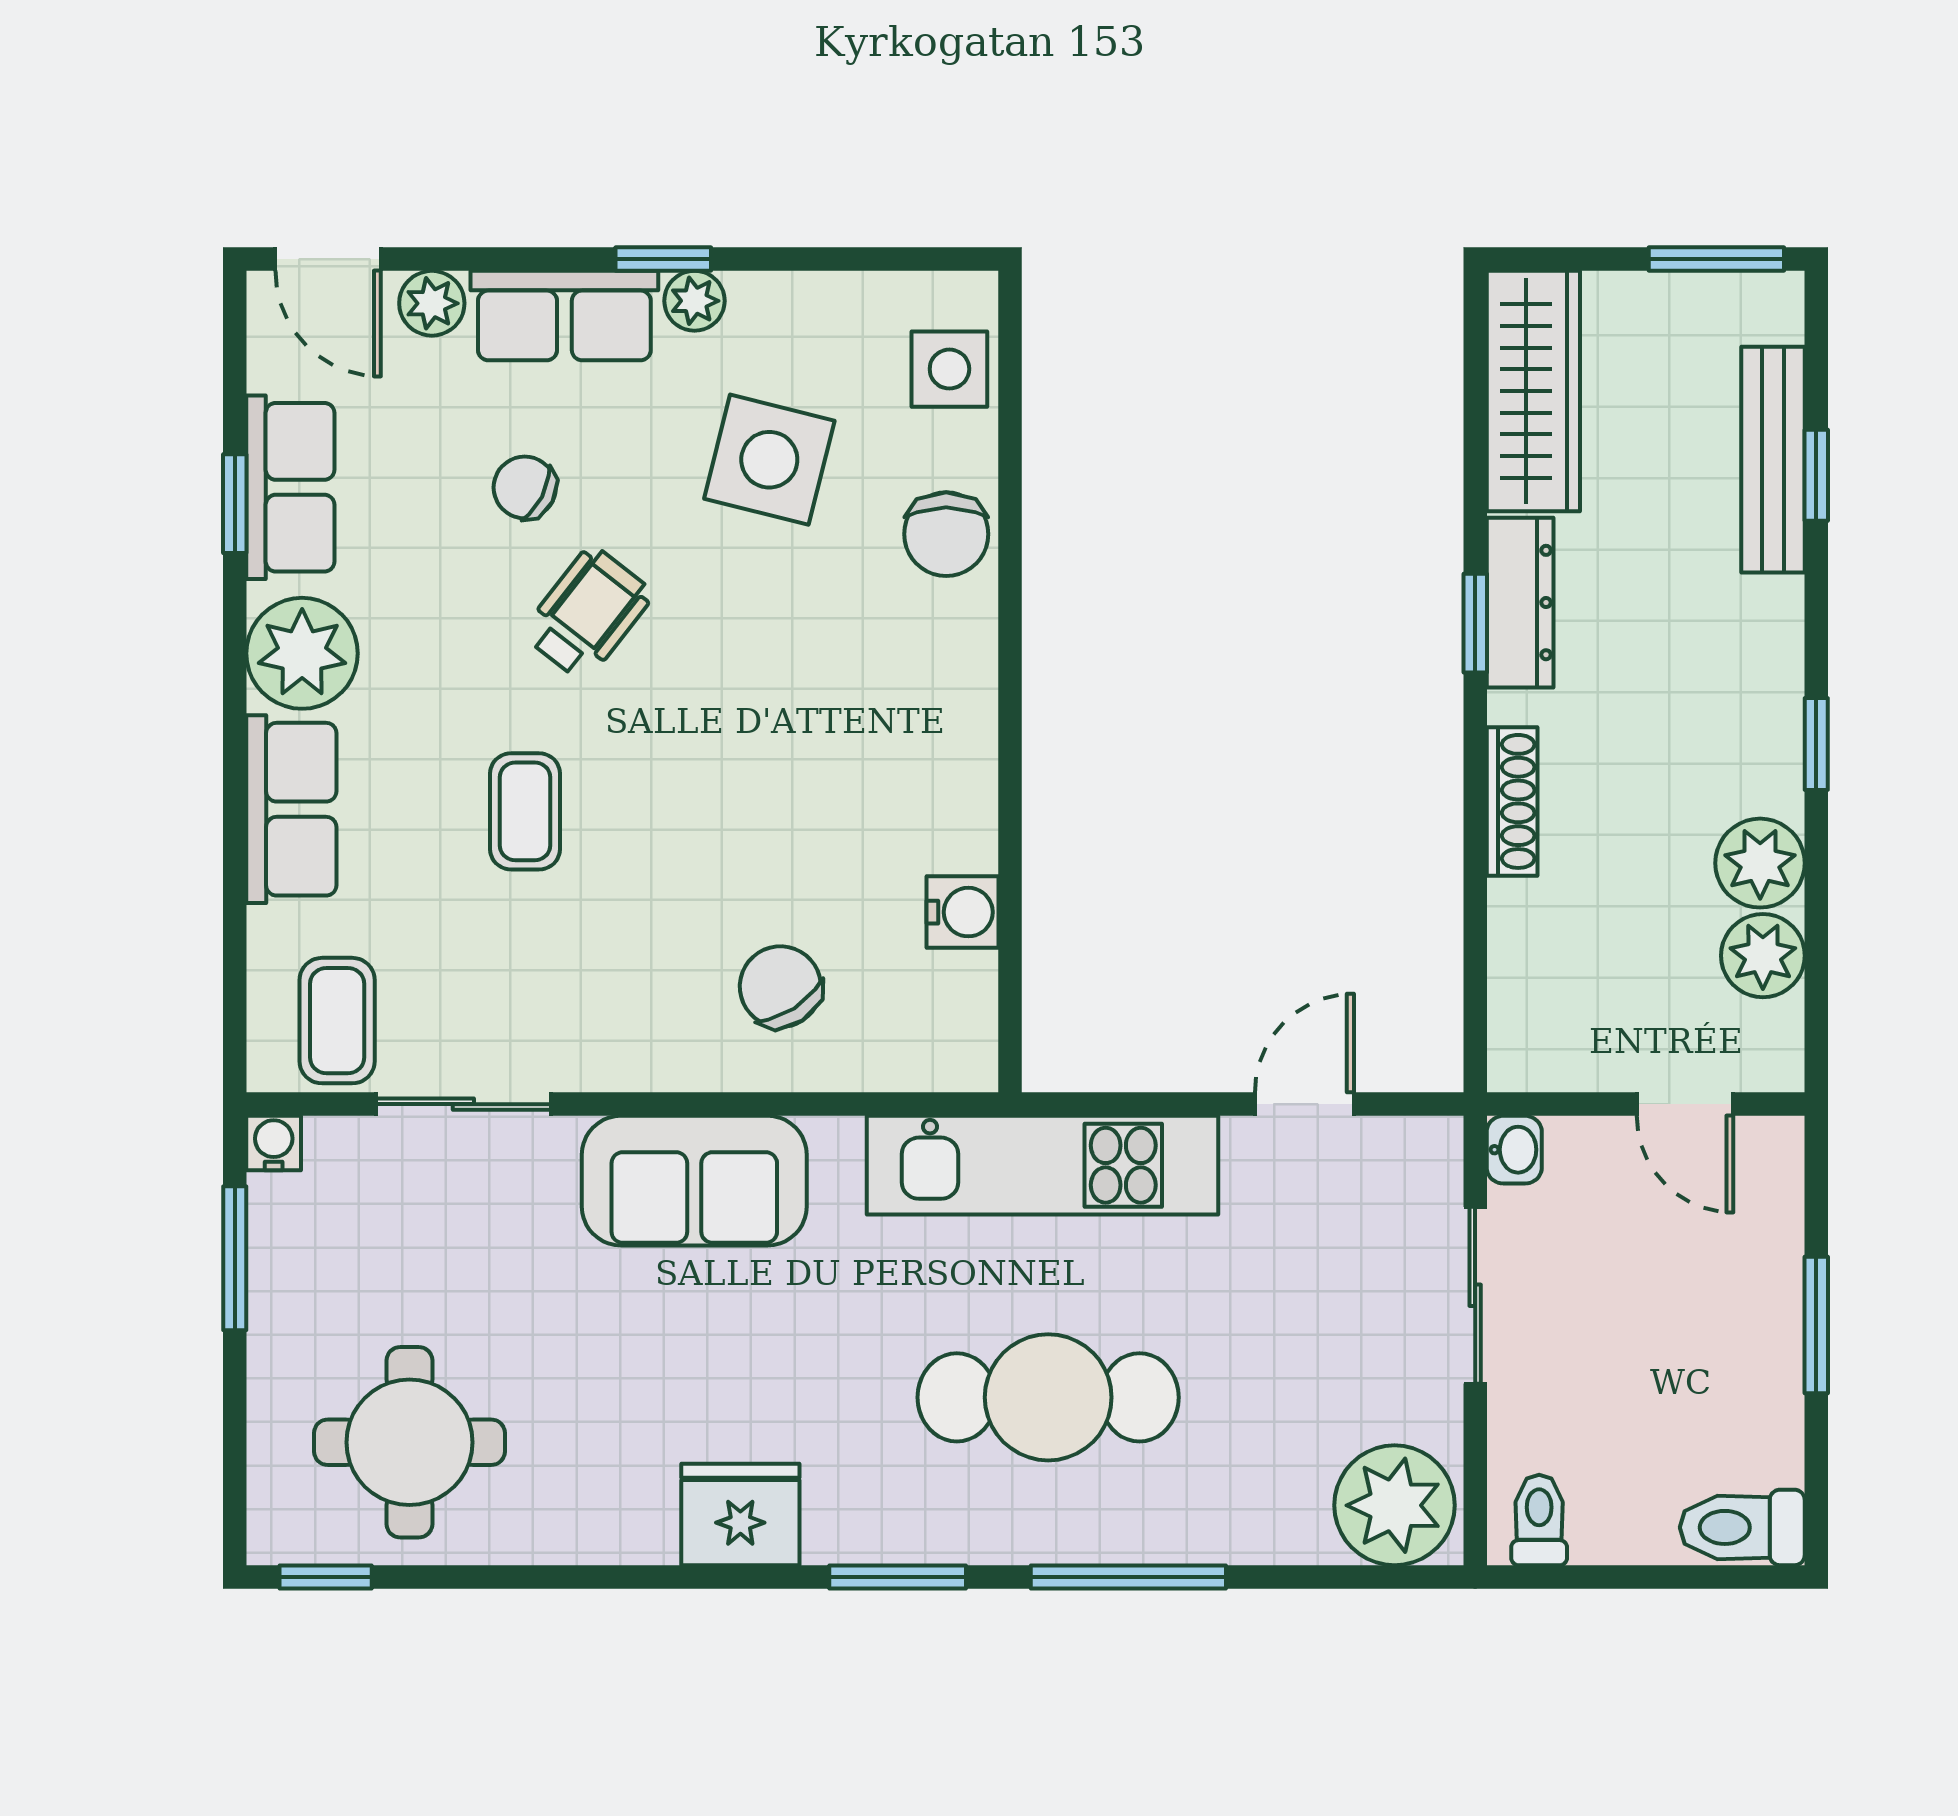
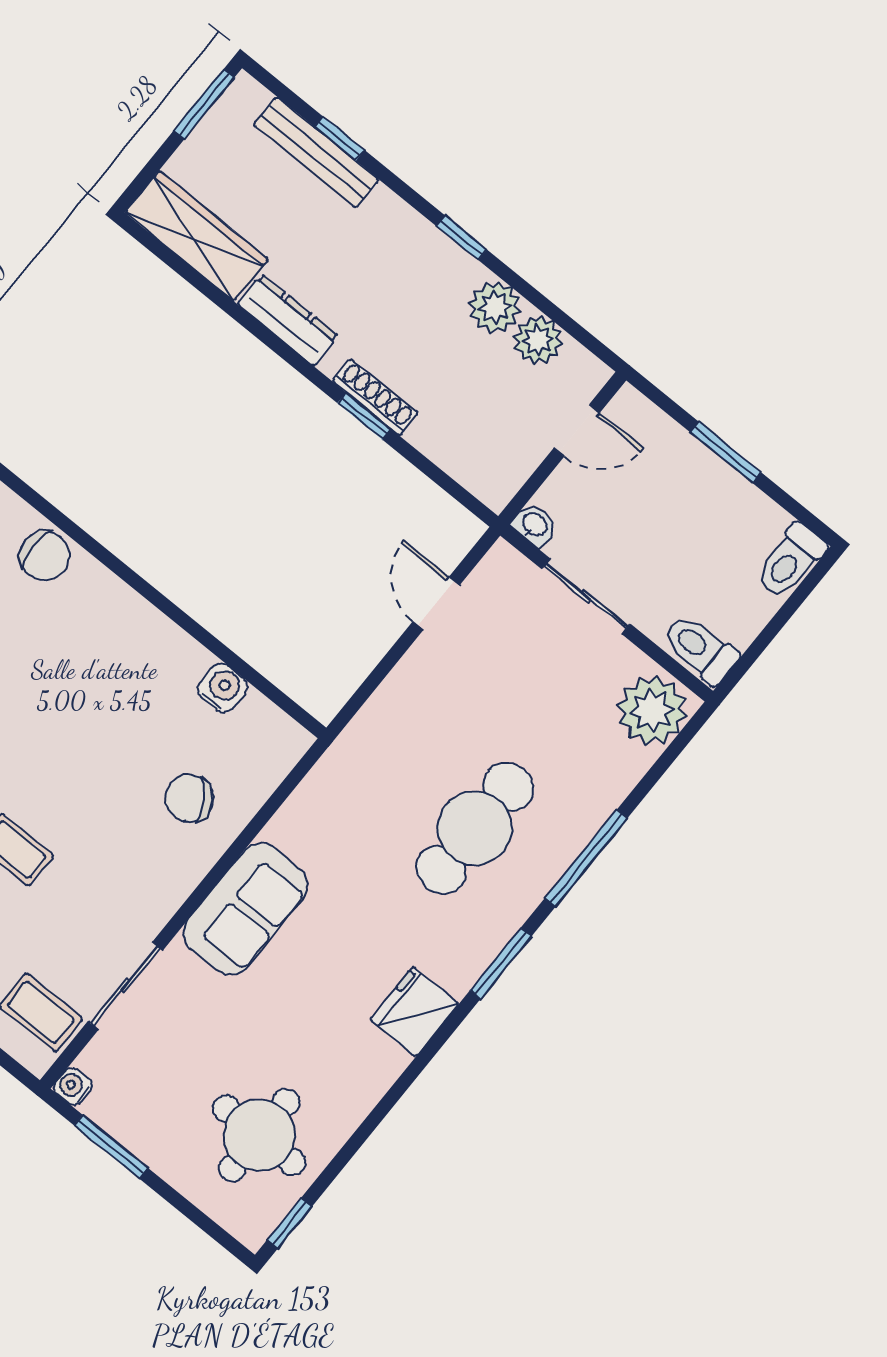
window: (1475, 623) -> (364, 416), moved
kitchen unit: (1042, 1165) -> (367, 745), removed
toilet: (1539, 1520) -> (700, 649), width x1.37, depth x1.39

